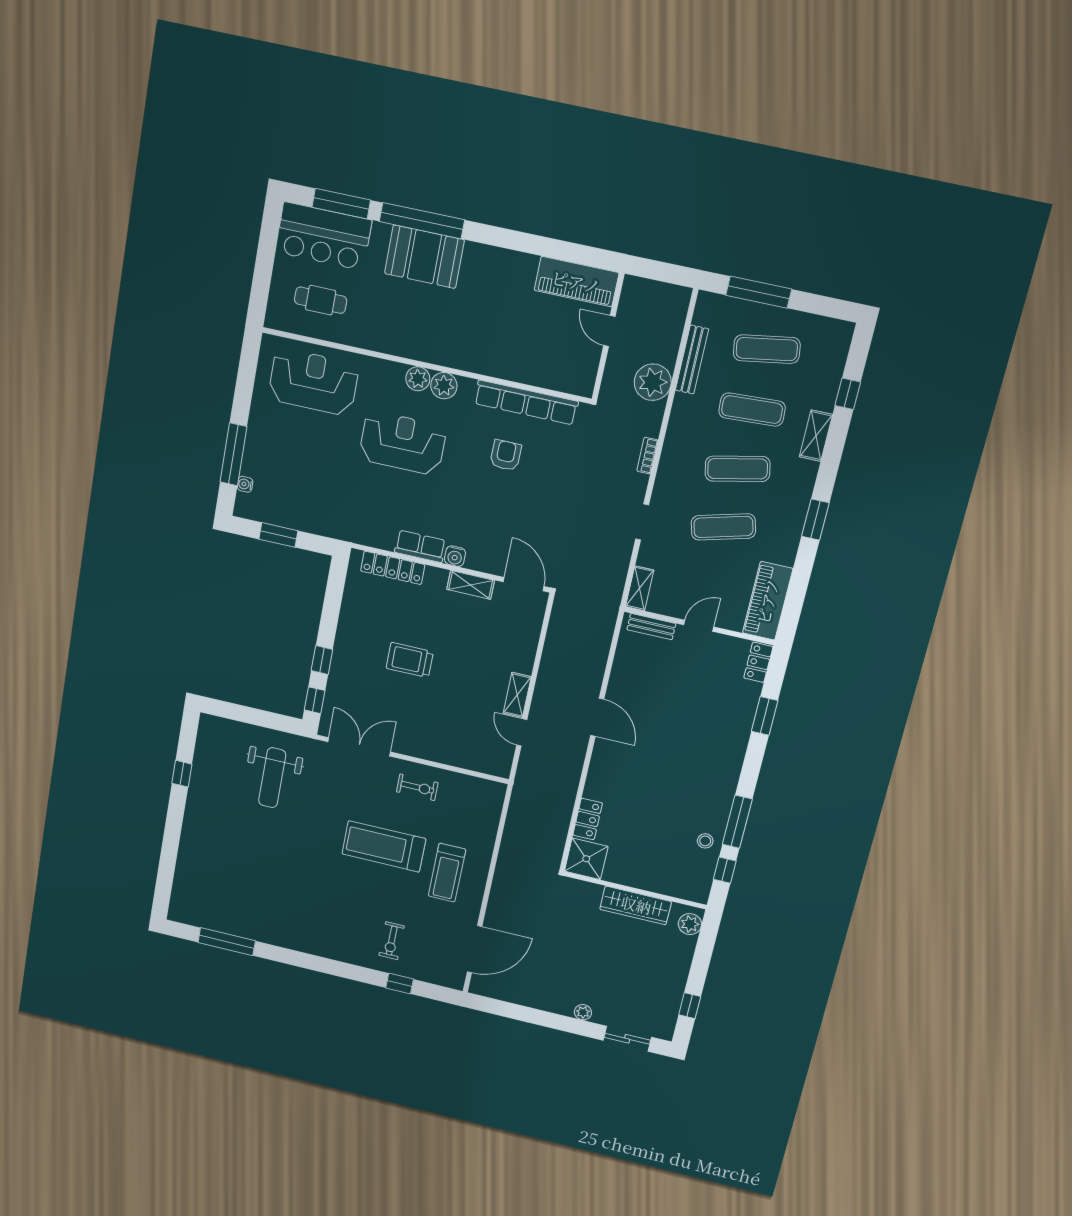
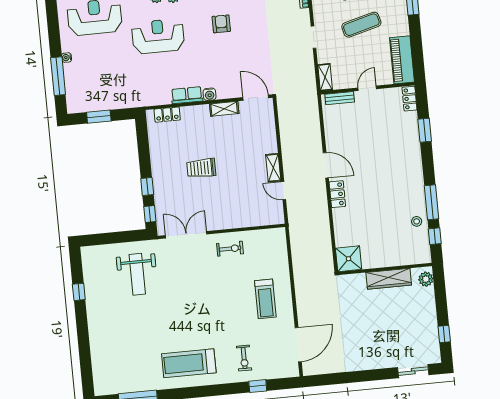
water cooler: (245, 484) -> (67, 58), moved
locker: (393, 568) -> (167, 115), width x0.66
locker: (588, 819) -> (337, 194), moved
treadmill: (384, 846) -> (189, 363), moved
plant: (583, 1012) -> (380, 363), removed

